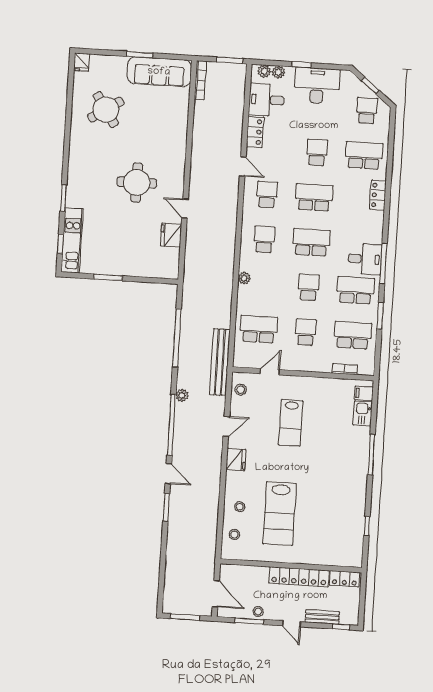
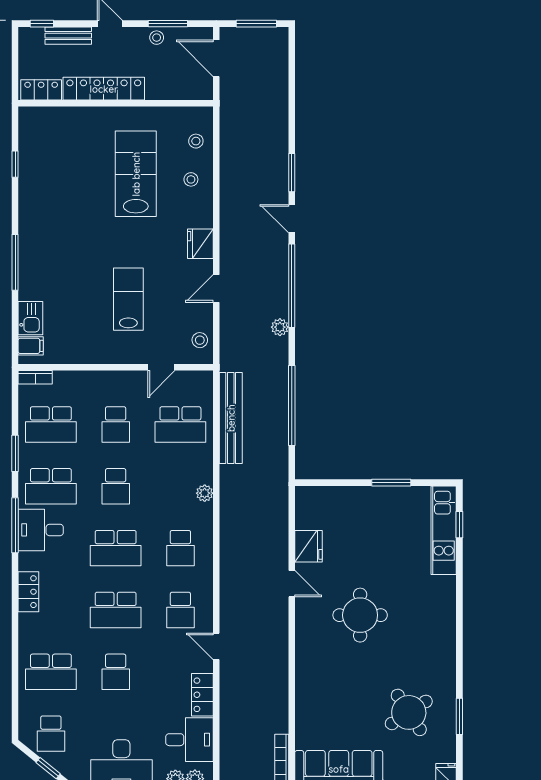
locker: (378, 195) -> (28, 592), moved
window: (63, 198) -> (459, 716), moved
bench: (220, 362) -> (231, 418), moved
bookcase: (345, 369) -> (35, 377), moved

